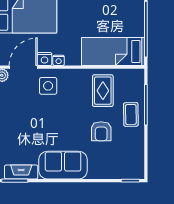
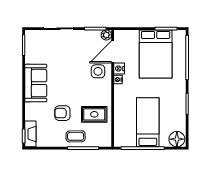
bed: (113, 51) -> (148, 122), moved
door: (23, 67) -> (113, 52), swing flipped
fireplace: (21, 172) -> (30, 134), moved

